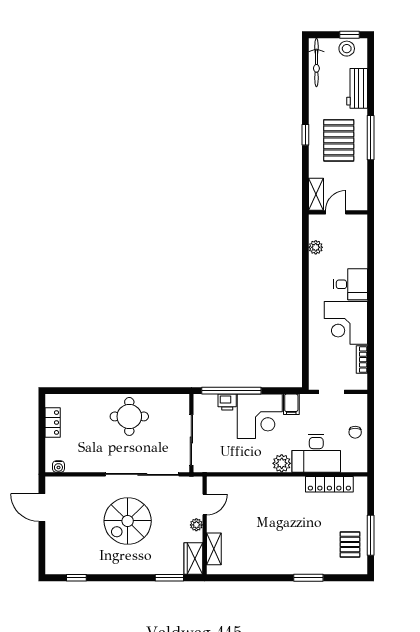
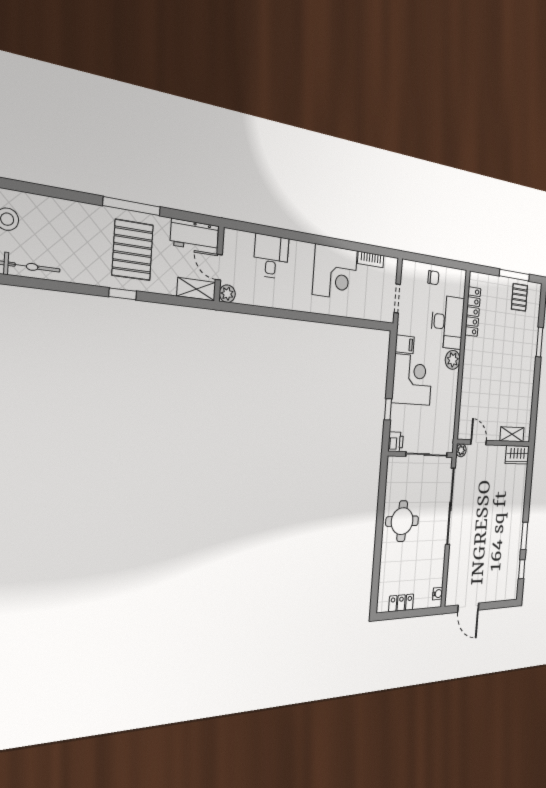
workbench: (357, 88) -> (195, 235), moved
pallet: (339, 140) -> (133, 250), turned 90
plant: (316, 247) -> (227, 294), moved
desk: (351, 284) -> (271, 256), moved
window: (231, 391) -> (388, 409), width x0.32
printer: (227, 402) -> (396, 442), moved
door: (42, 508) -> (468, 608), hinge flipped
spiral stairs: (128, 521) -> (485, 521), removed
plant: (196, 525) -> (461, 450), moved
pallet: (350, 545) -> (519, 297), turned 90
window: (169, 578) -> (524, 536), moved

